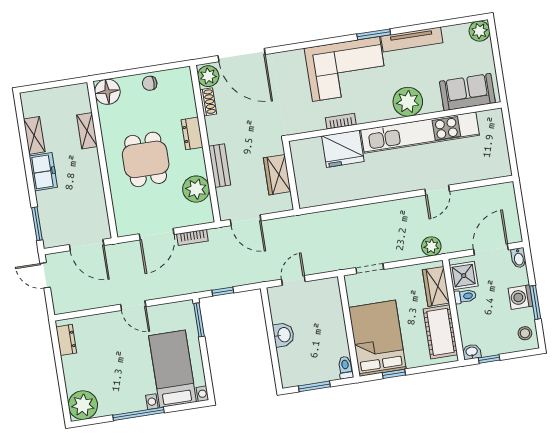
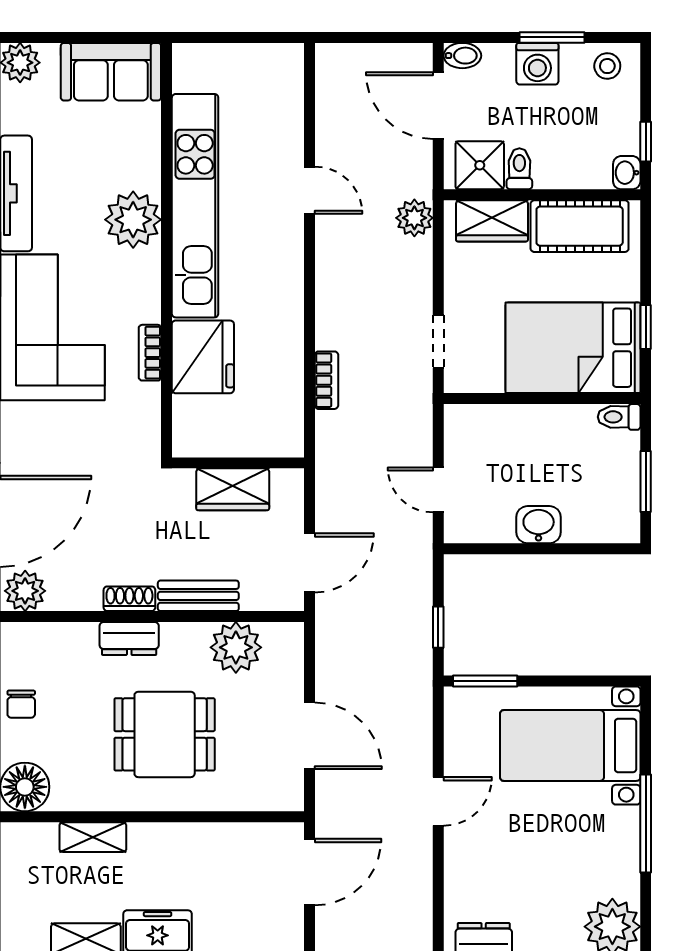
sofa: (467, 92) -> (111, 72), moved, turned -90
shoe rack: (208, 102) -> (129, 599), moved
bookcase: (192, 237) -> (327, 380), moved

